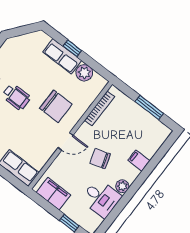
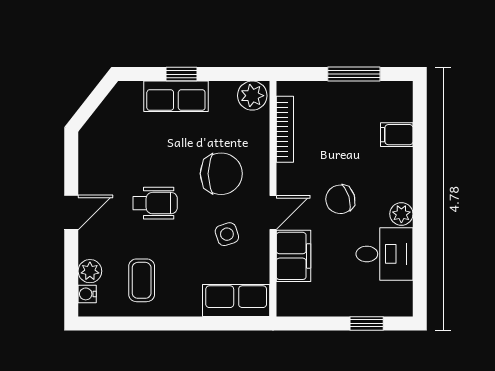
plant: (84, 73) -> (252, 96), moved
side table: (38, 135) -> (227, 234), added
filing cabinet: (139, 161) -> (397, 135), moved
filing cabinet: (53, 194) -> (294, 256), moved, turned 90

